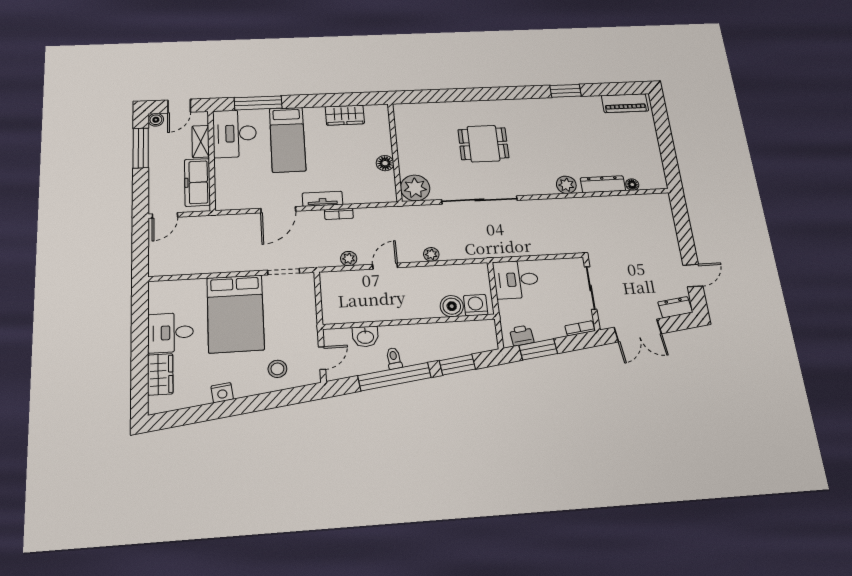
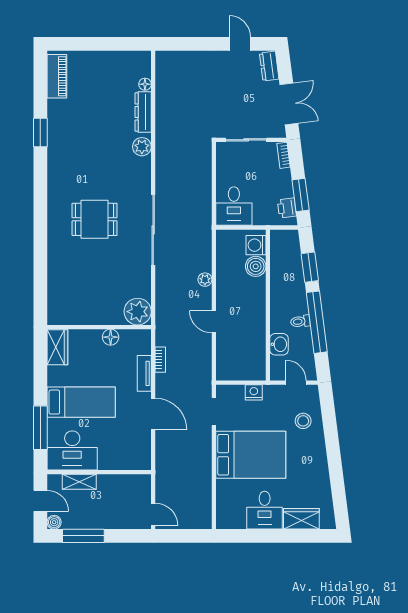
dining table: (483, 144) -> (95, 219), turned 90
wall: (395, 152) -> (99, 327), moved
floor lamp: (385, 163) -> (111, 337), moved
freezer: (197, 182) -> (121, 485), removed
plant: (415, 188) -> (138, 312), moved
plant: (349, 259) -> (205, 354), removed
nightstand: (222, 393) -> (254, 392), moved, turned -83

